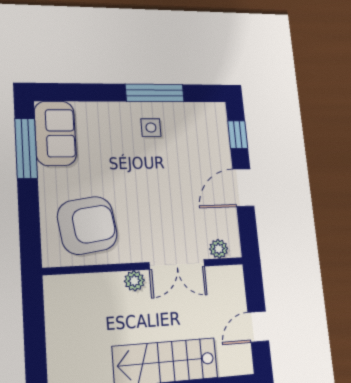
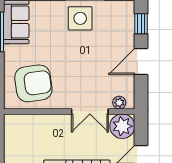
side table: (151, 127) -> (80, 18), width x1.87, depth x1.87
plant: (134, 281) -> (122, 126), moved, width x1.88, depth x1.88

